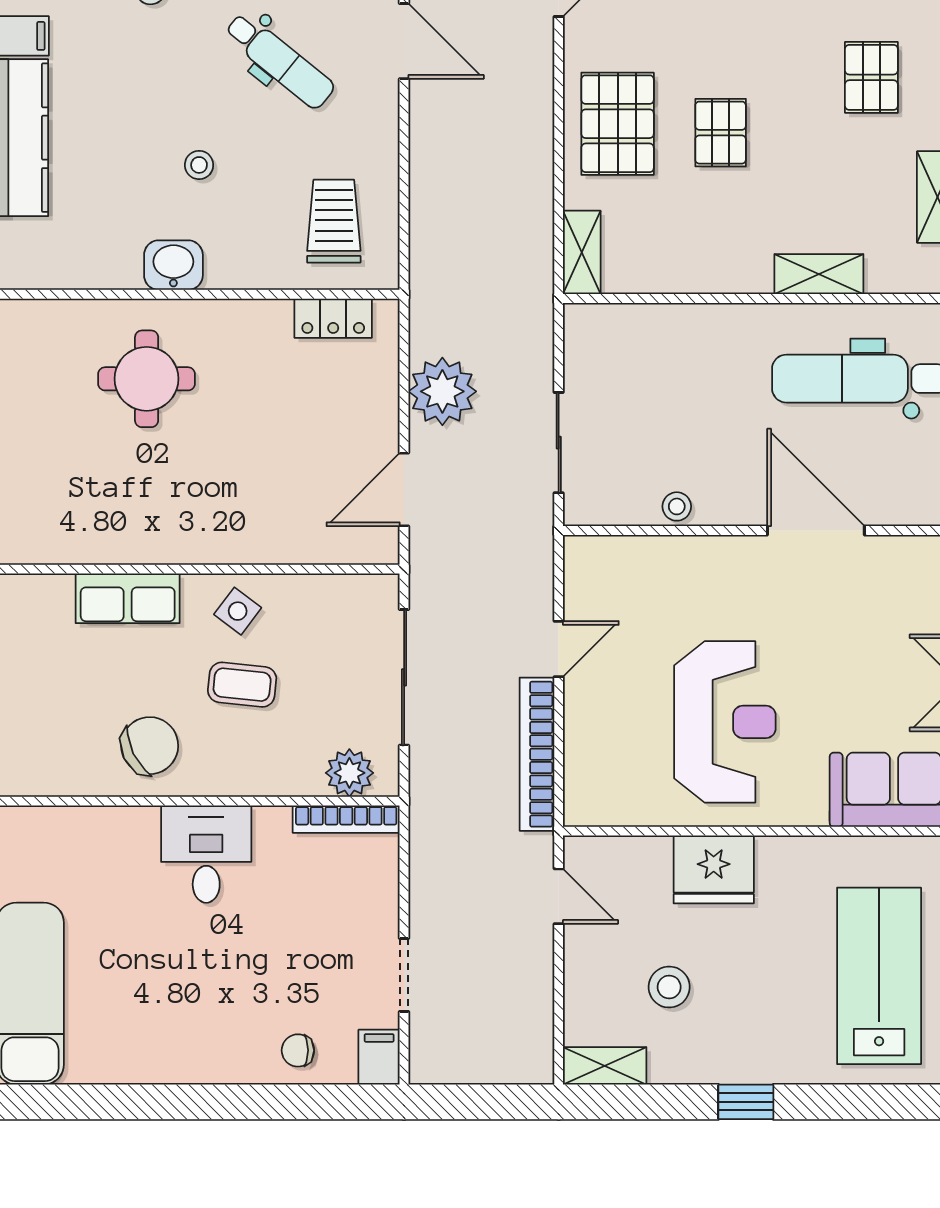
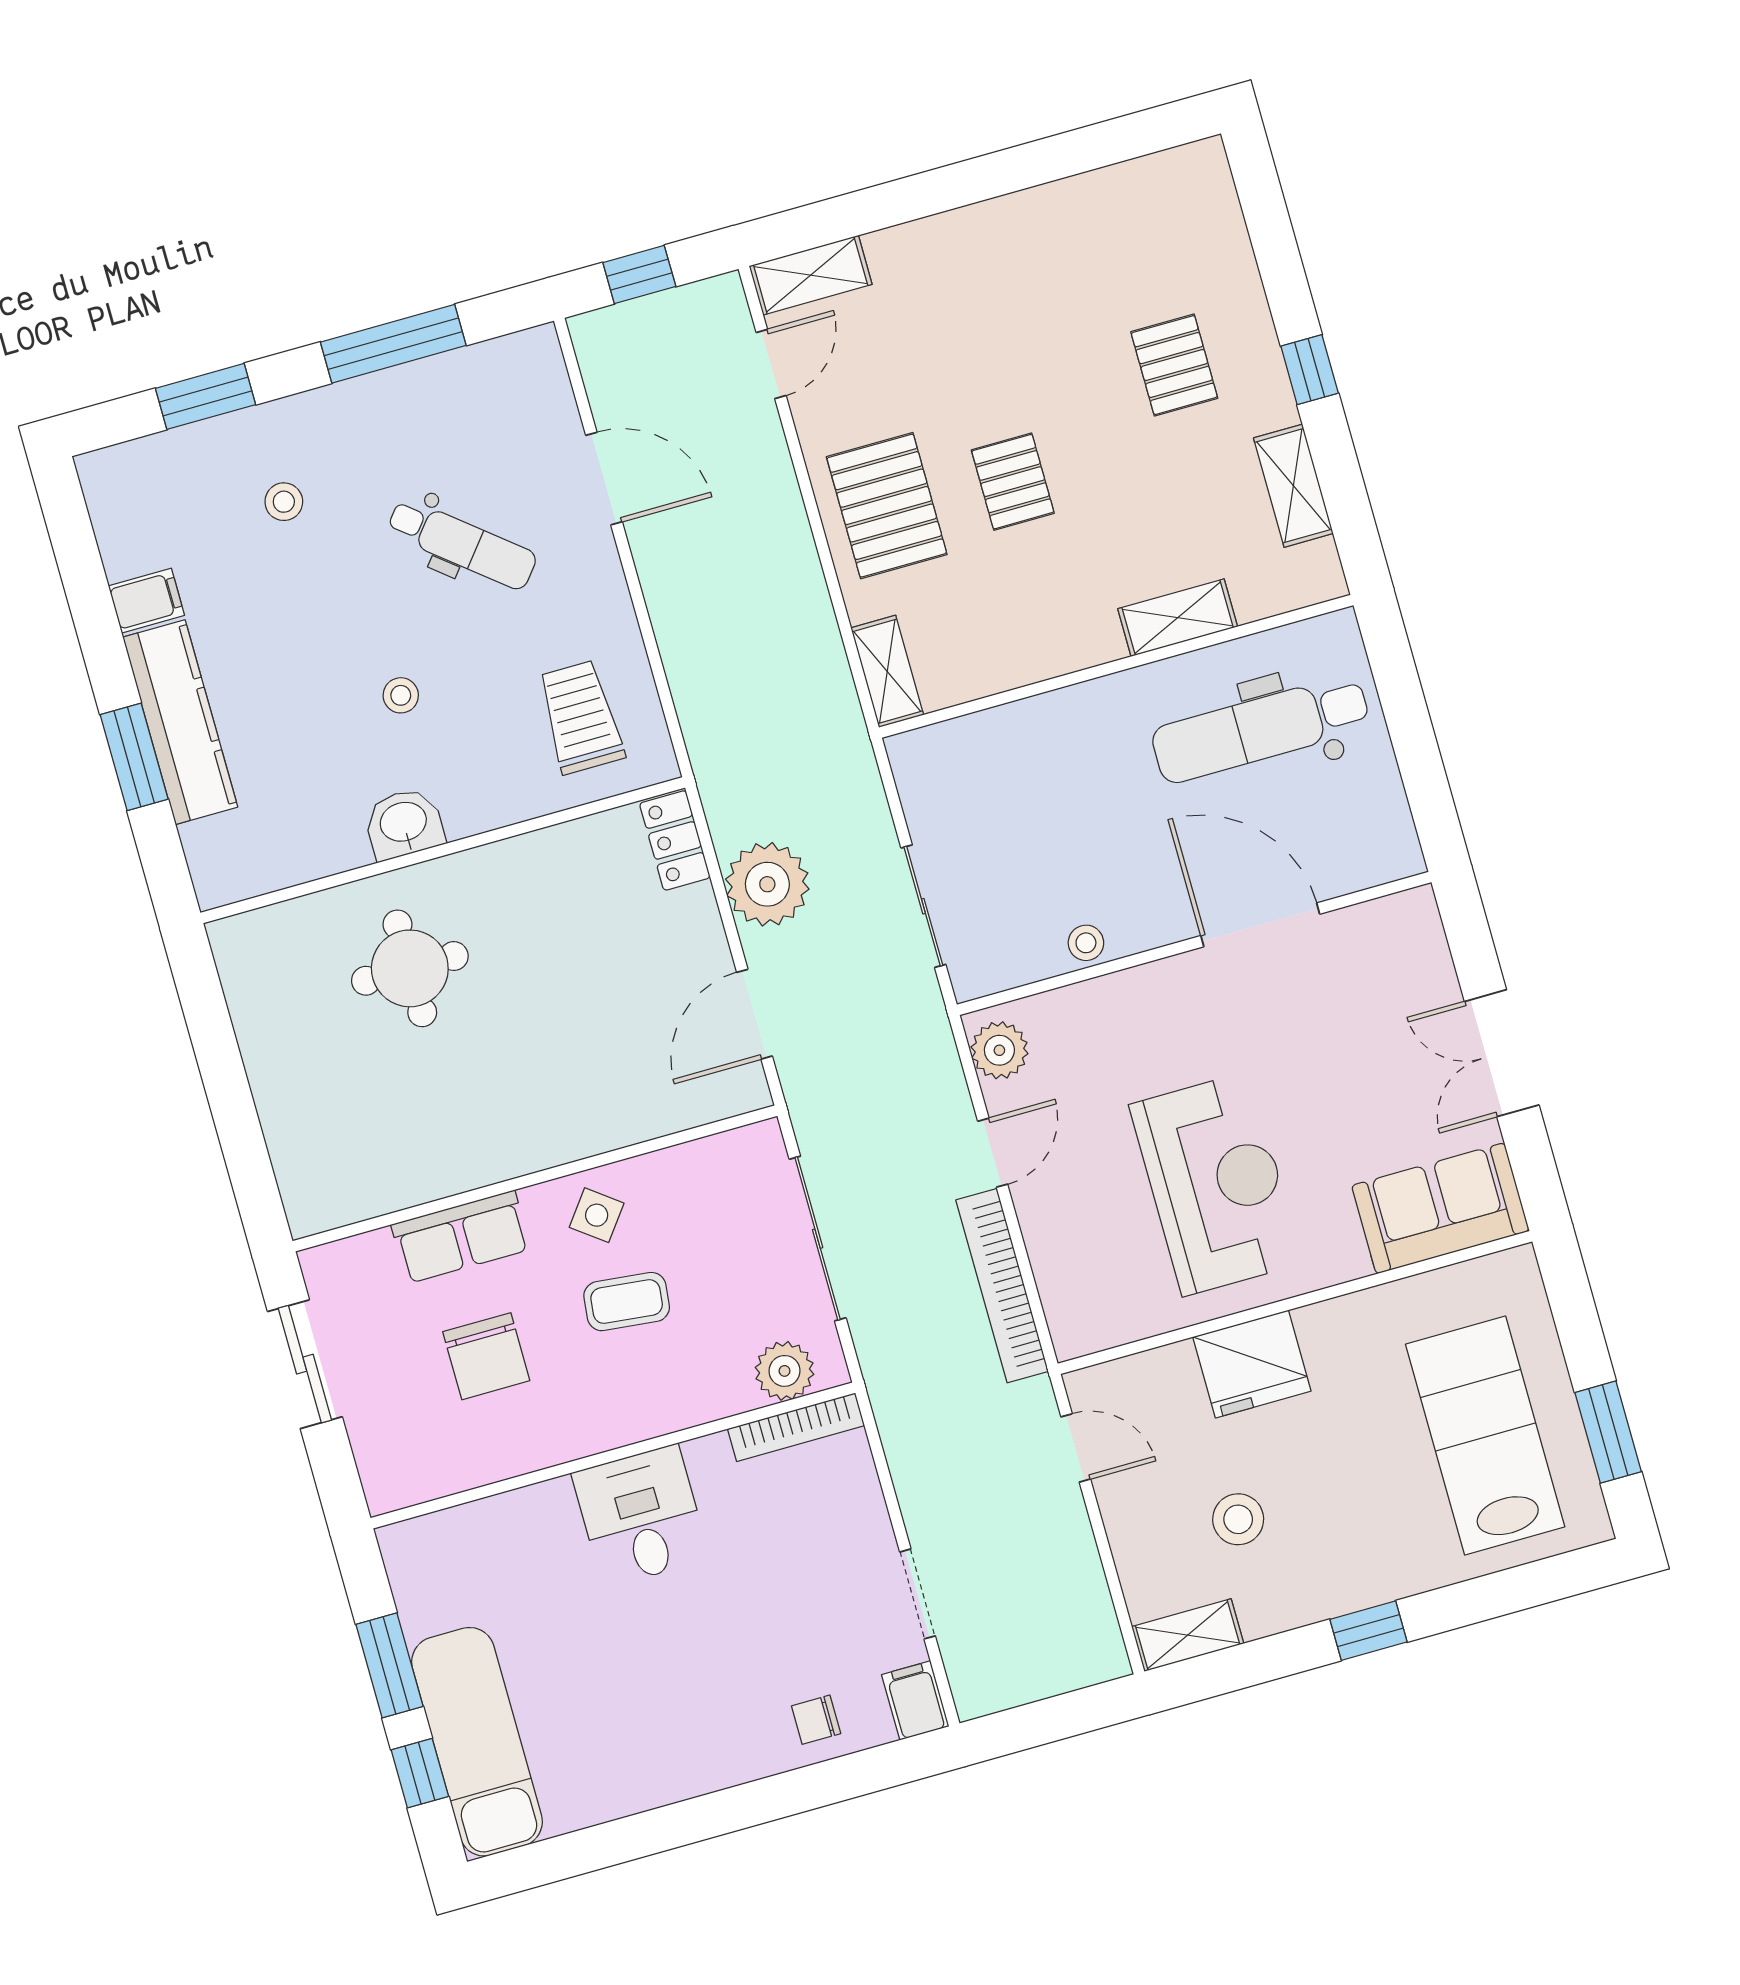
locker: (333, 318) -> (675, 840), moved, turned 90
plant: (586, 571) -> (999, 1050), added
chair: (150, 746) -> (486, 1356), moved, turned 116

